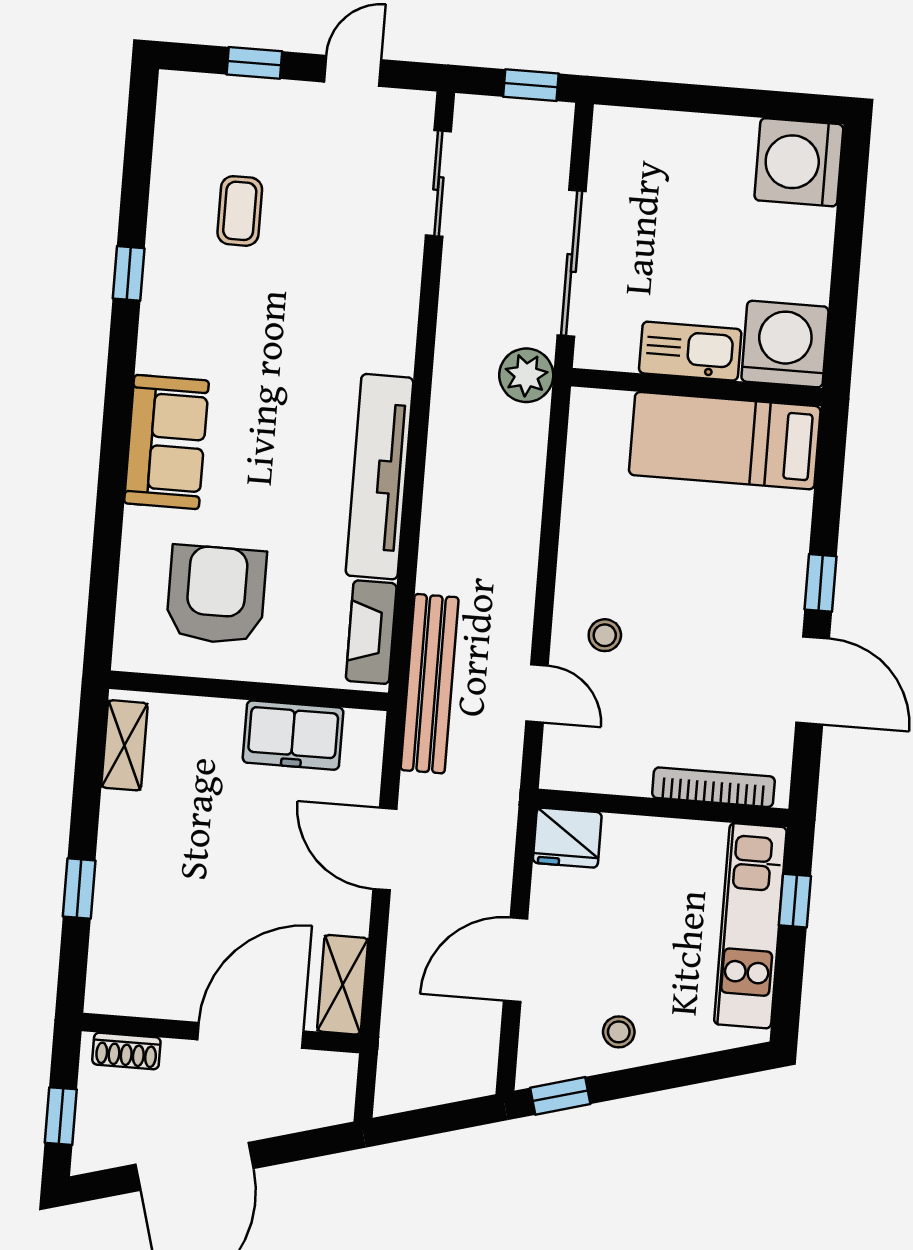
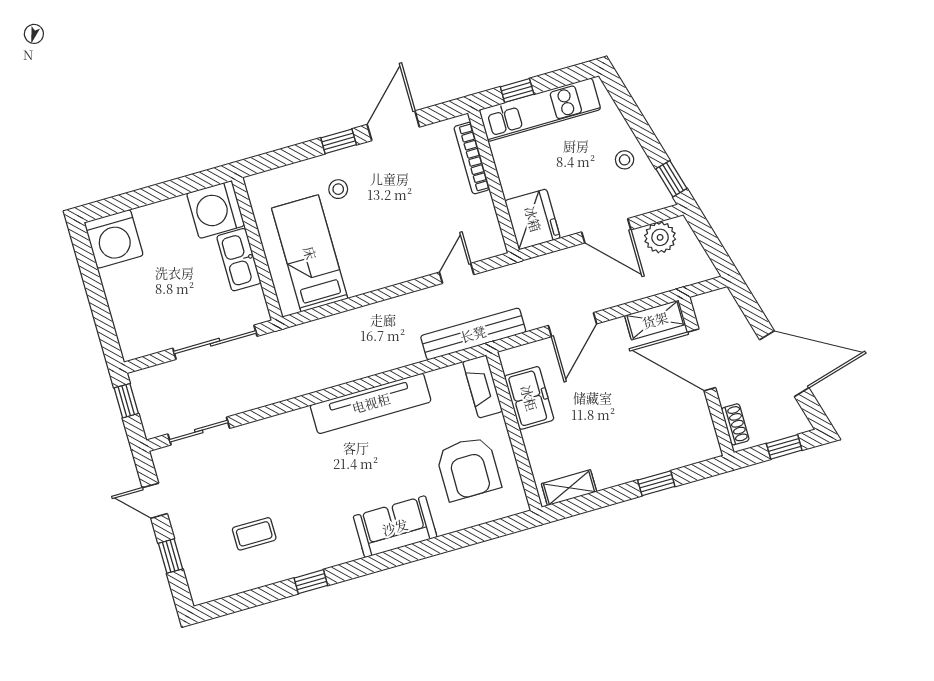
plant: (526, 375) -> (660, 237), moved
bed: (725, 441) -> (310, 253), moved, turned 180
armchair: (216, 595) -> (468, 468), turned -90
fireplace: (371, 632) -> (483, 387), moved, turned 90
stool: (605, 635) -> (338, 189), moved
fridge: (567, 838) -> (533, 219), width x1.36, depth x1.34

